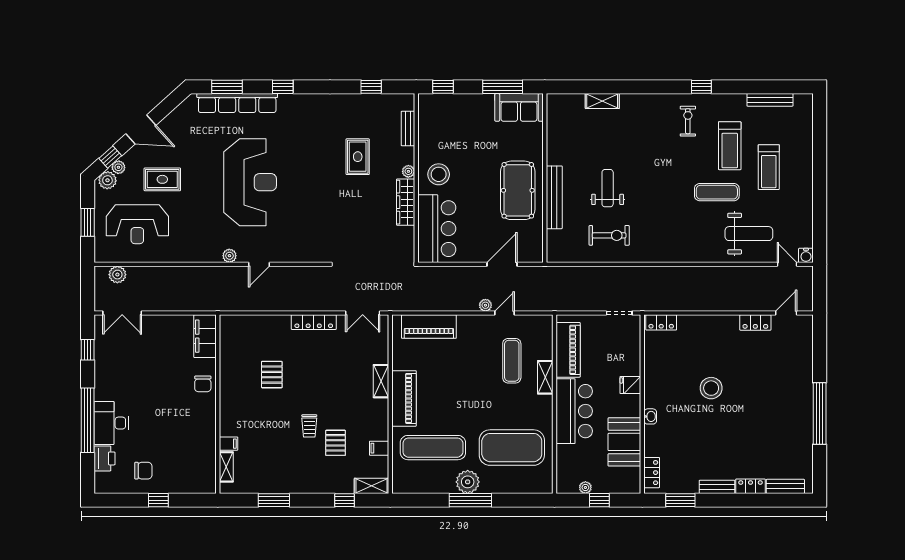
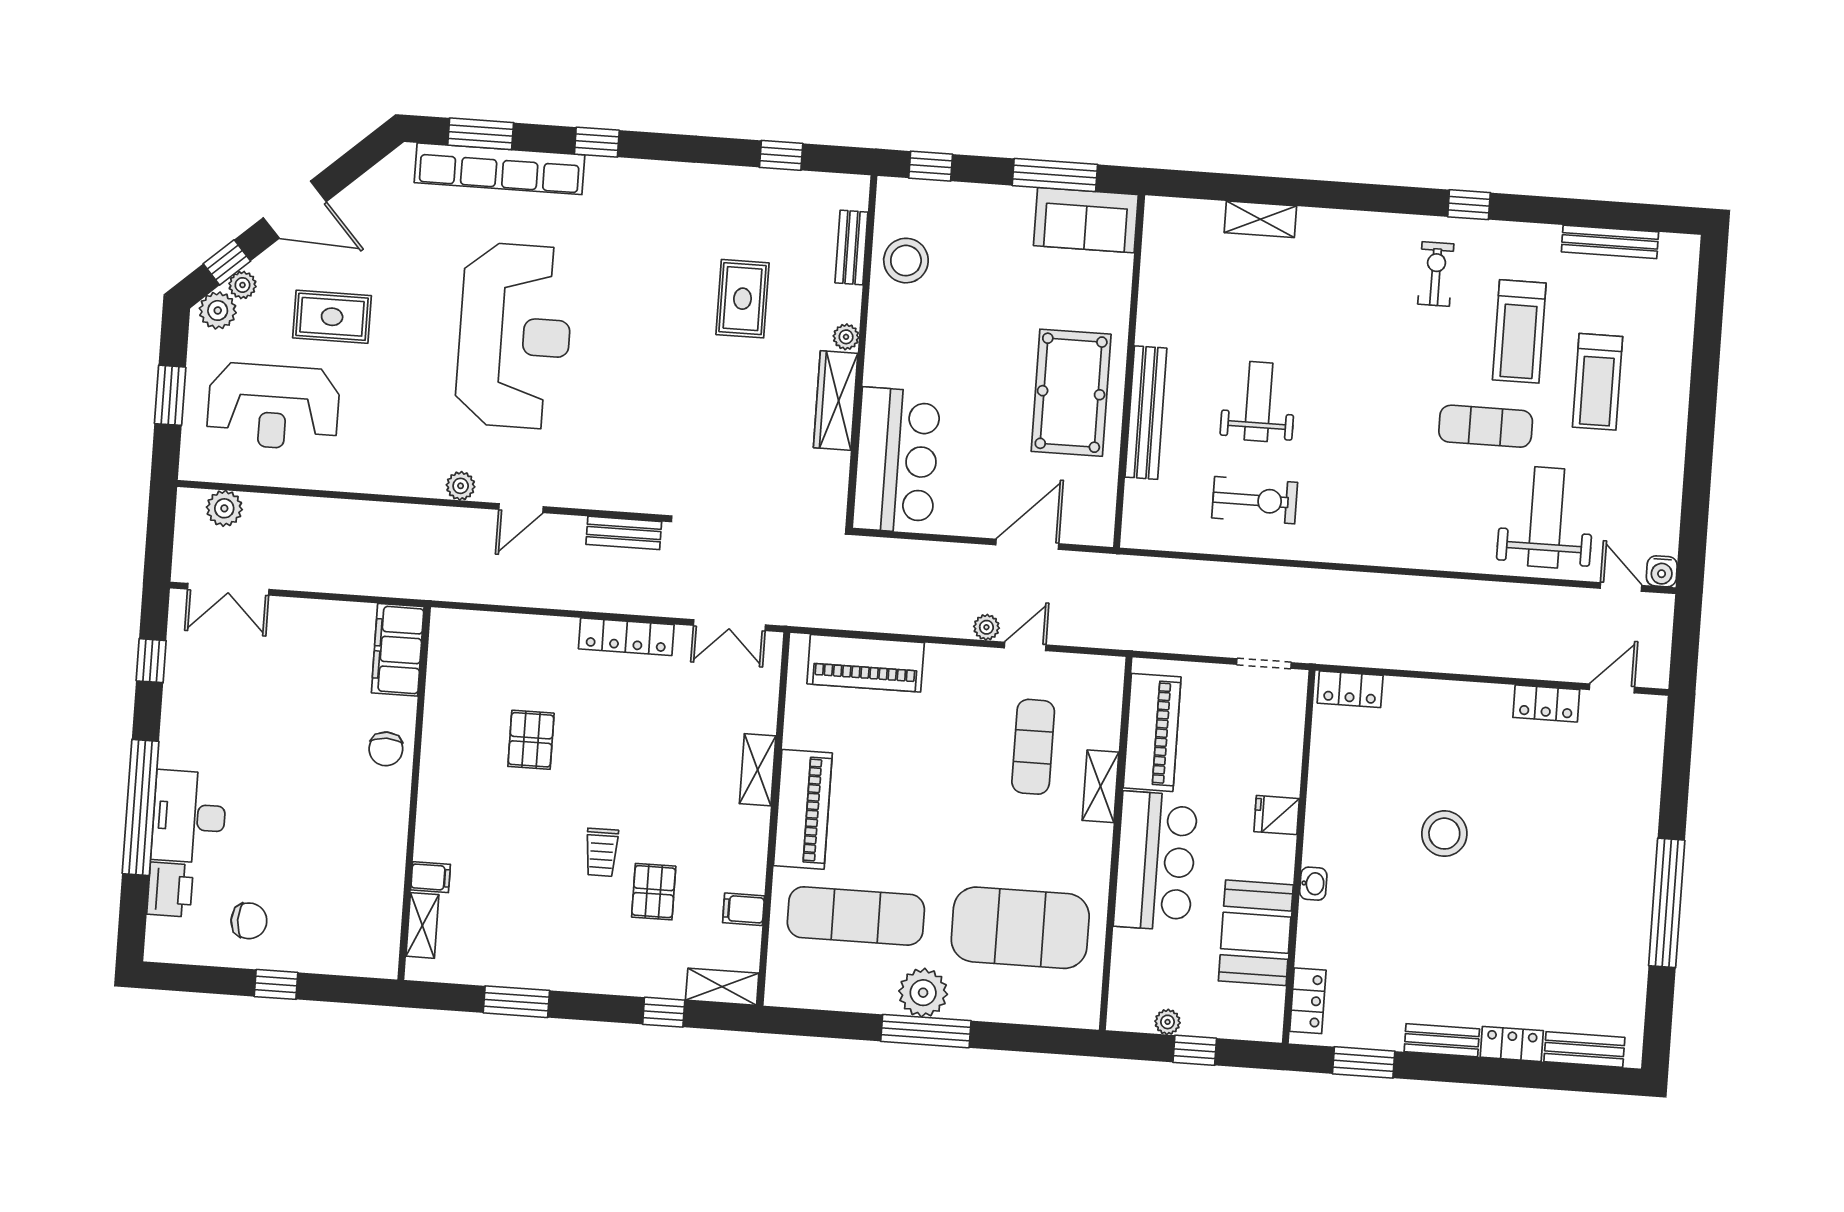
stool: (439, 174) -> (906, 261), moved
weight bench: (749, 234) -> (1546, 517), turned -90
bench: (309, 273) -> (624, 533), added

